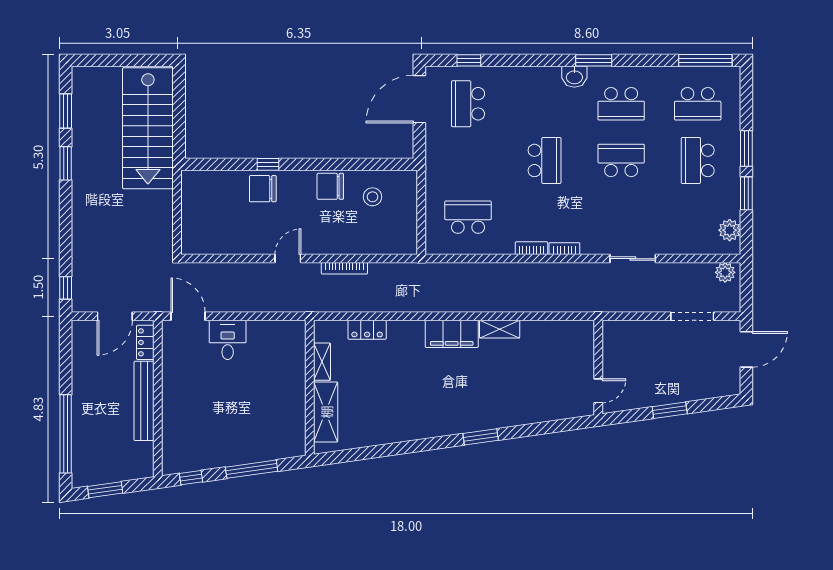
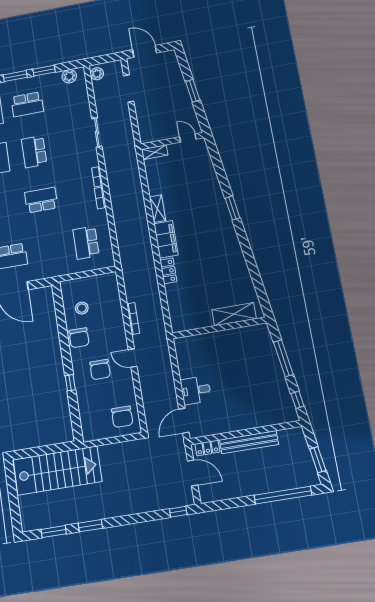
chair: (263, 189) -> (100, 369), moved
chair: (208, 231) -> (122, 417), added
locker: (367, 330) -> (168, 271), moved
shelving: (322, 362) -> (155, 152), moved

